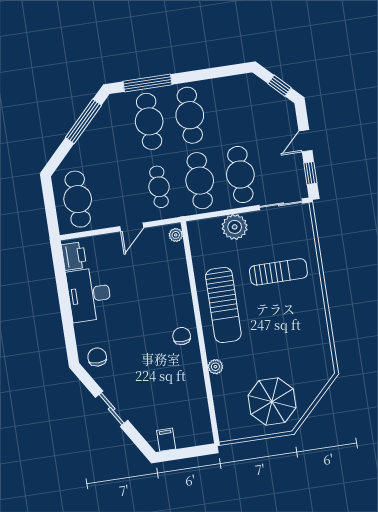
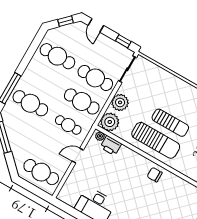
cafe table: (190, 115) -> (57, 56), moved
door: (305, 141) -> (96, 25), moved
door: (132, 227) -> (78, 156), swing flipped
printer: (74, 256) -> (111, 146), moved, turned 180
sun lounger: (278, 272) -> (170, 123), moved, turned 90
plant: (215, 367) -> (110, 122), moved, width x1.88, depth x1.88

